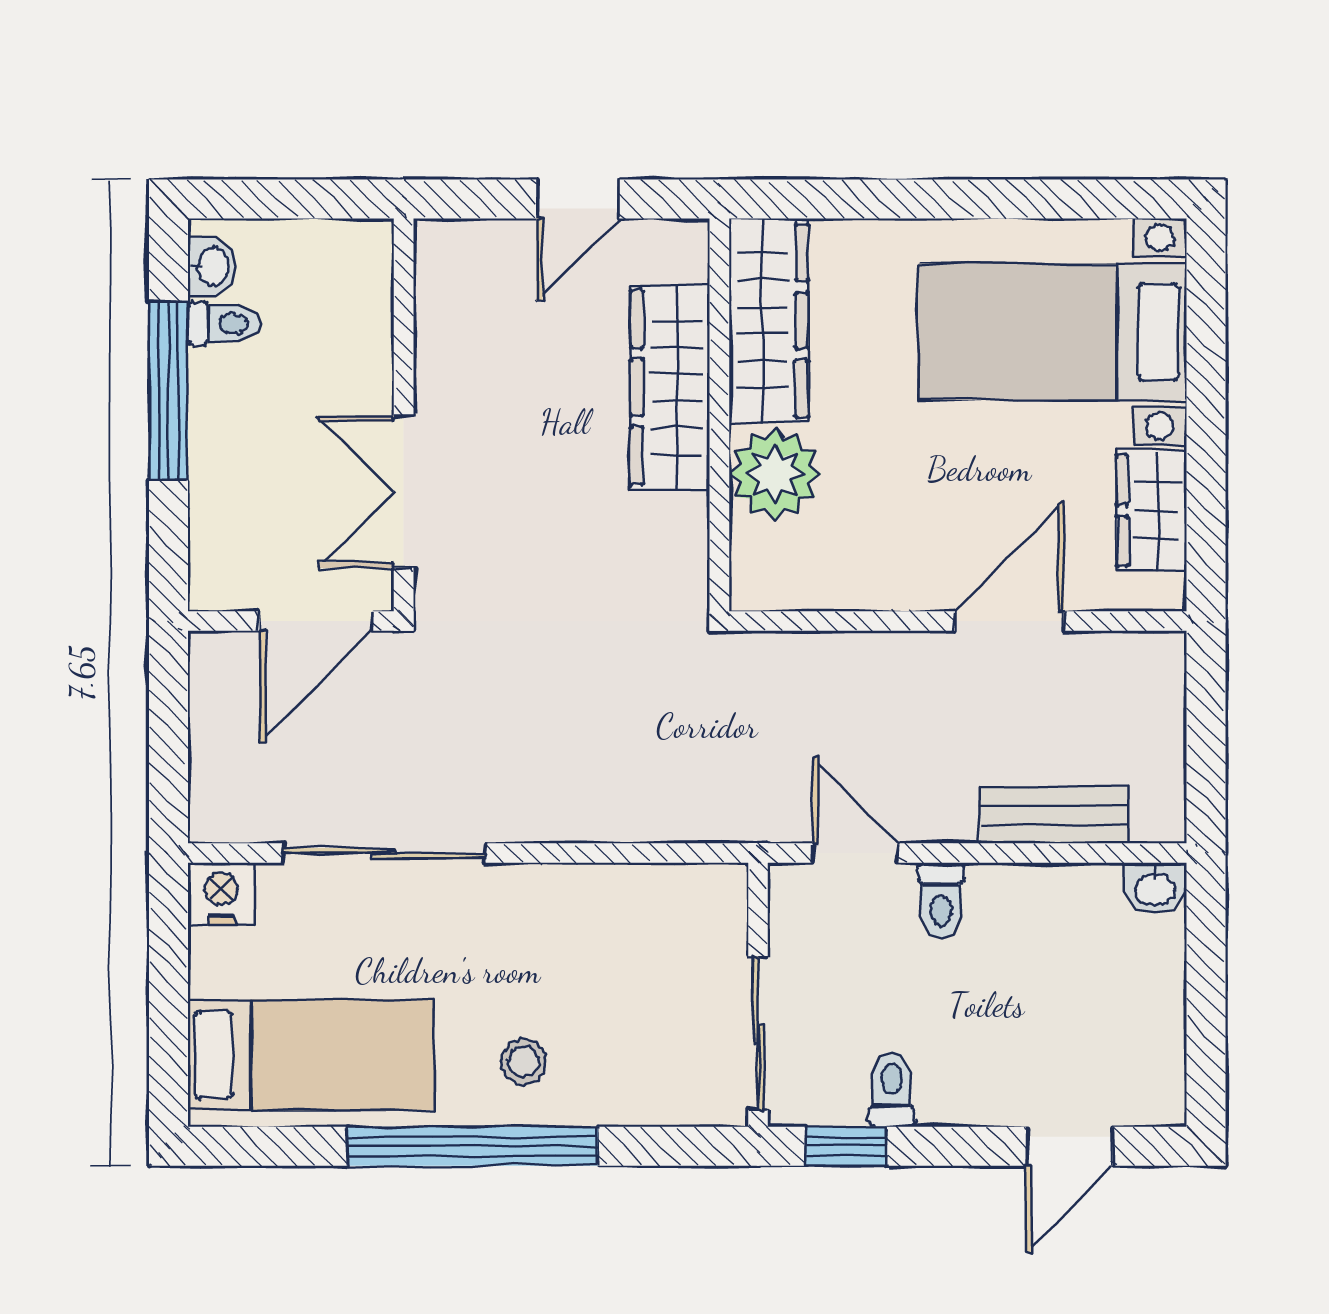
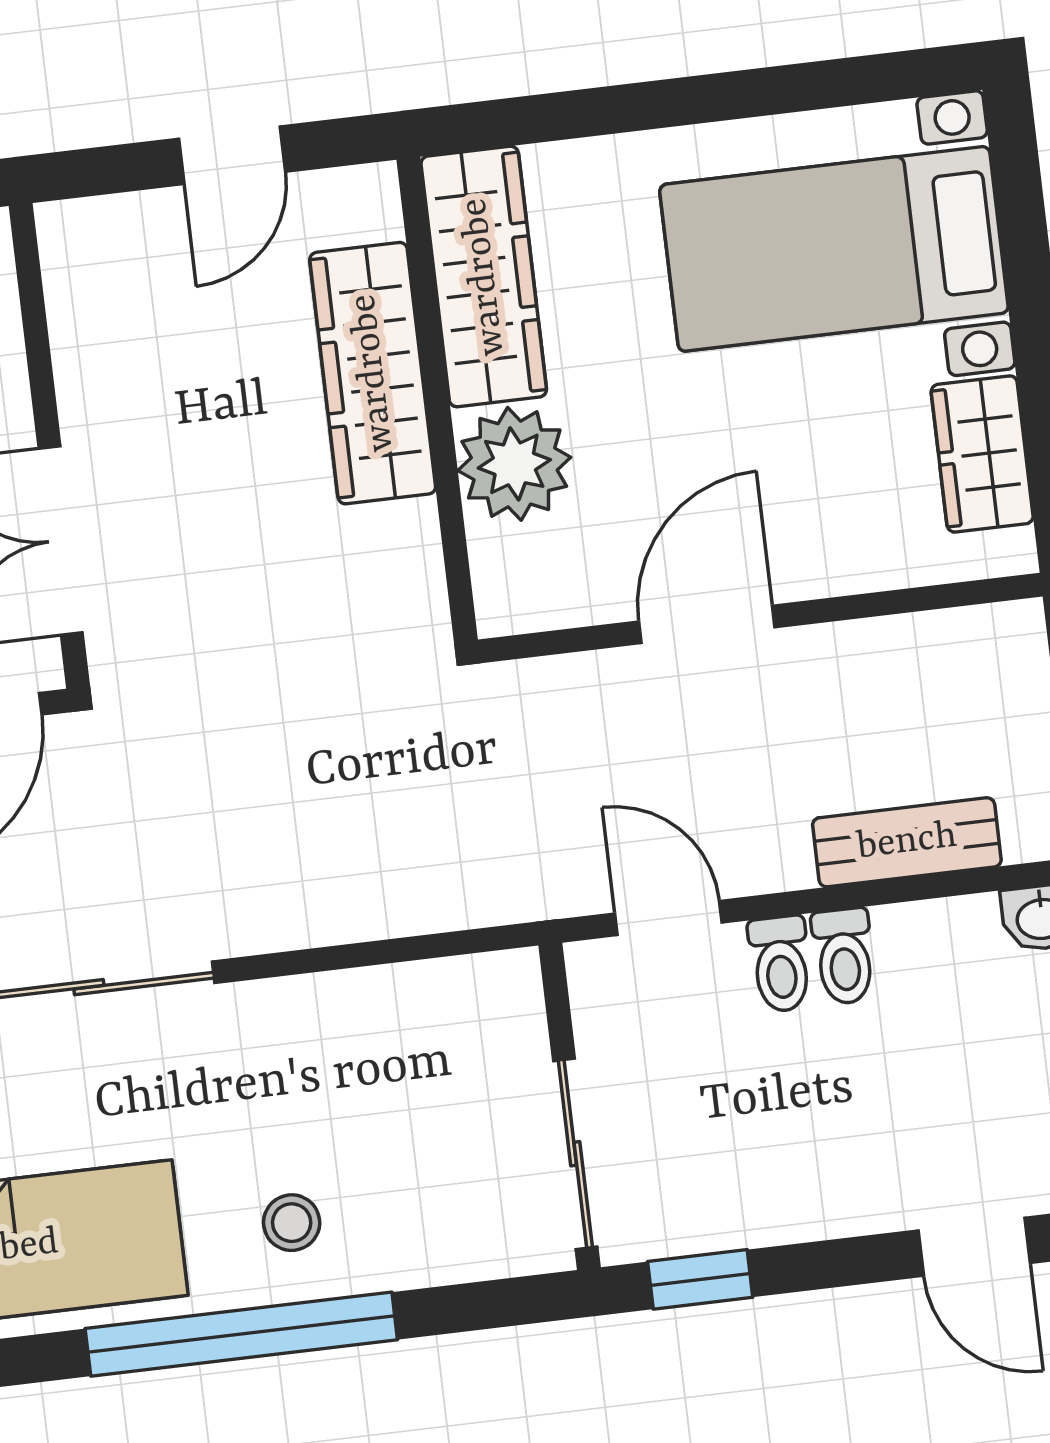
door: (1009, 621) -> (707, 624), moved
toilet: (892, 1089) -> (844, 956), moved, turned 180
door: (1069, 1146) -> (974, 1247), hinge flipped

